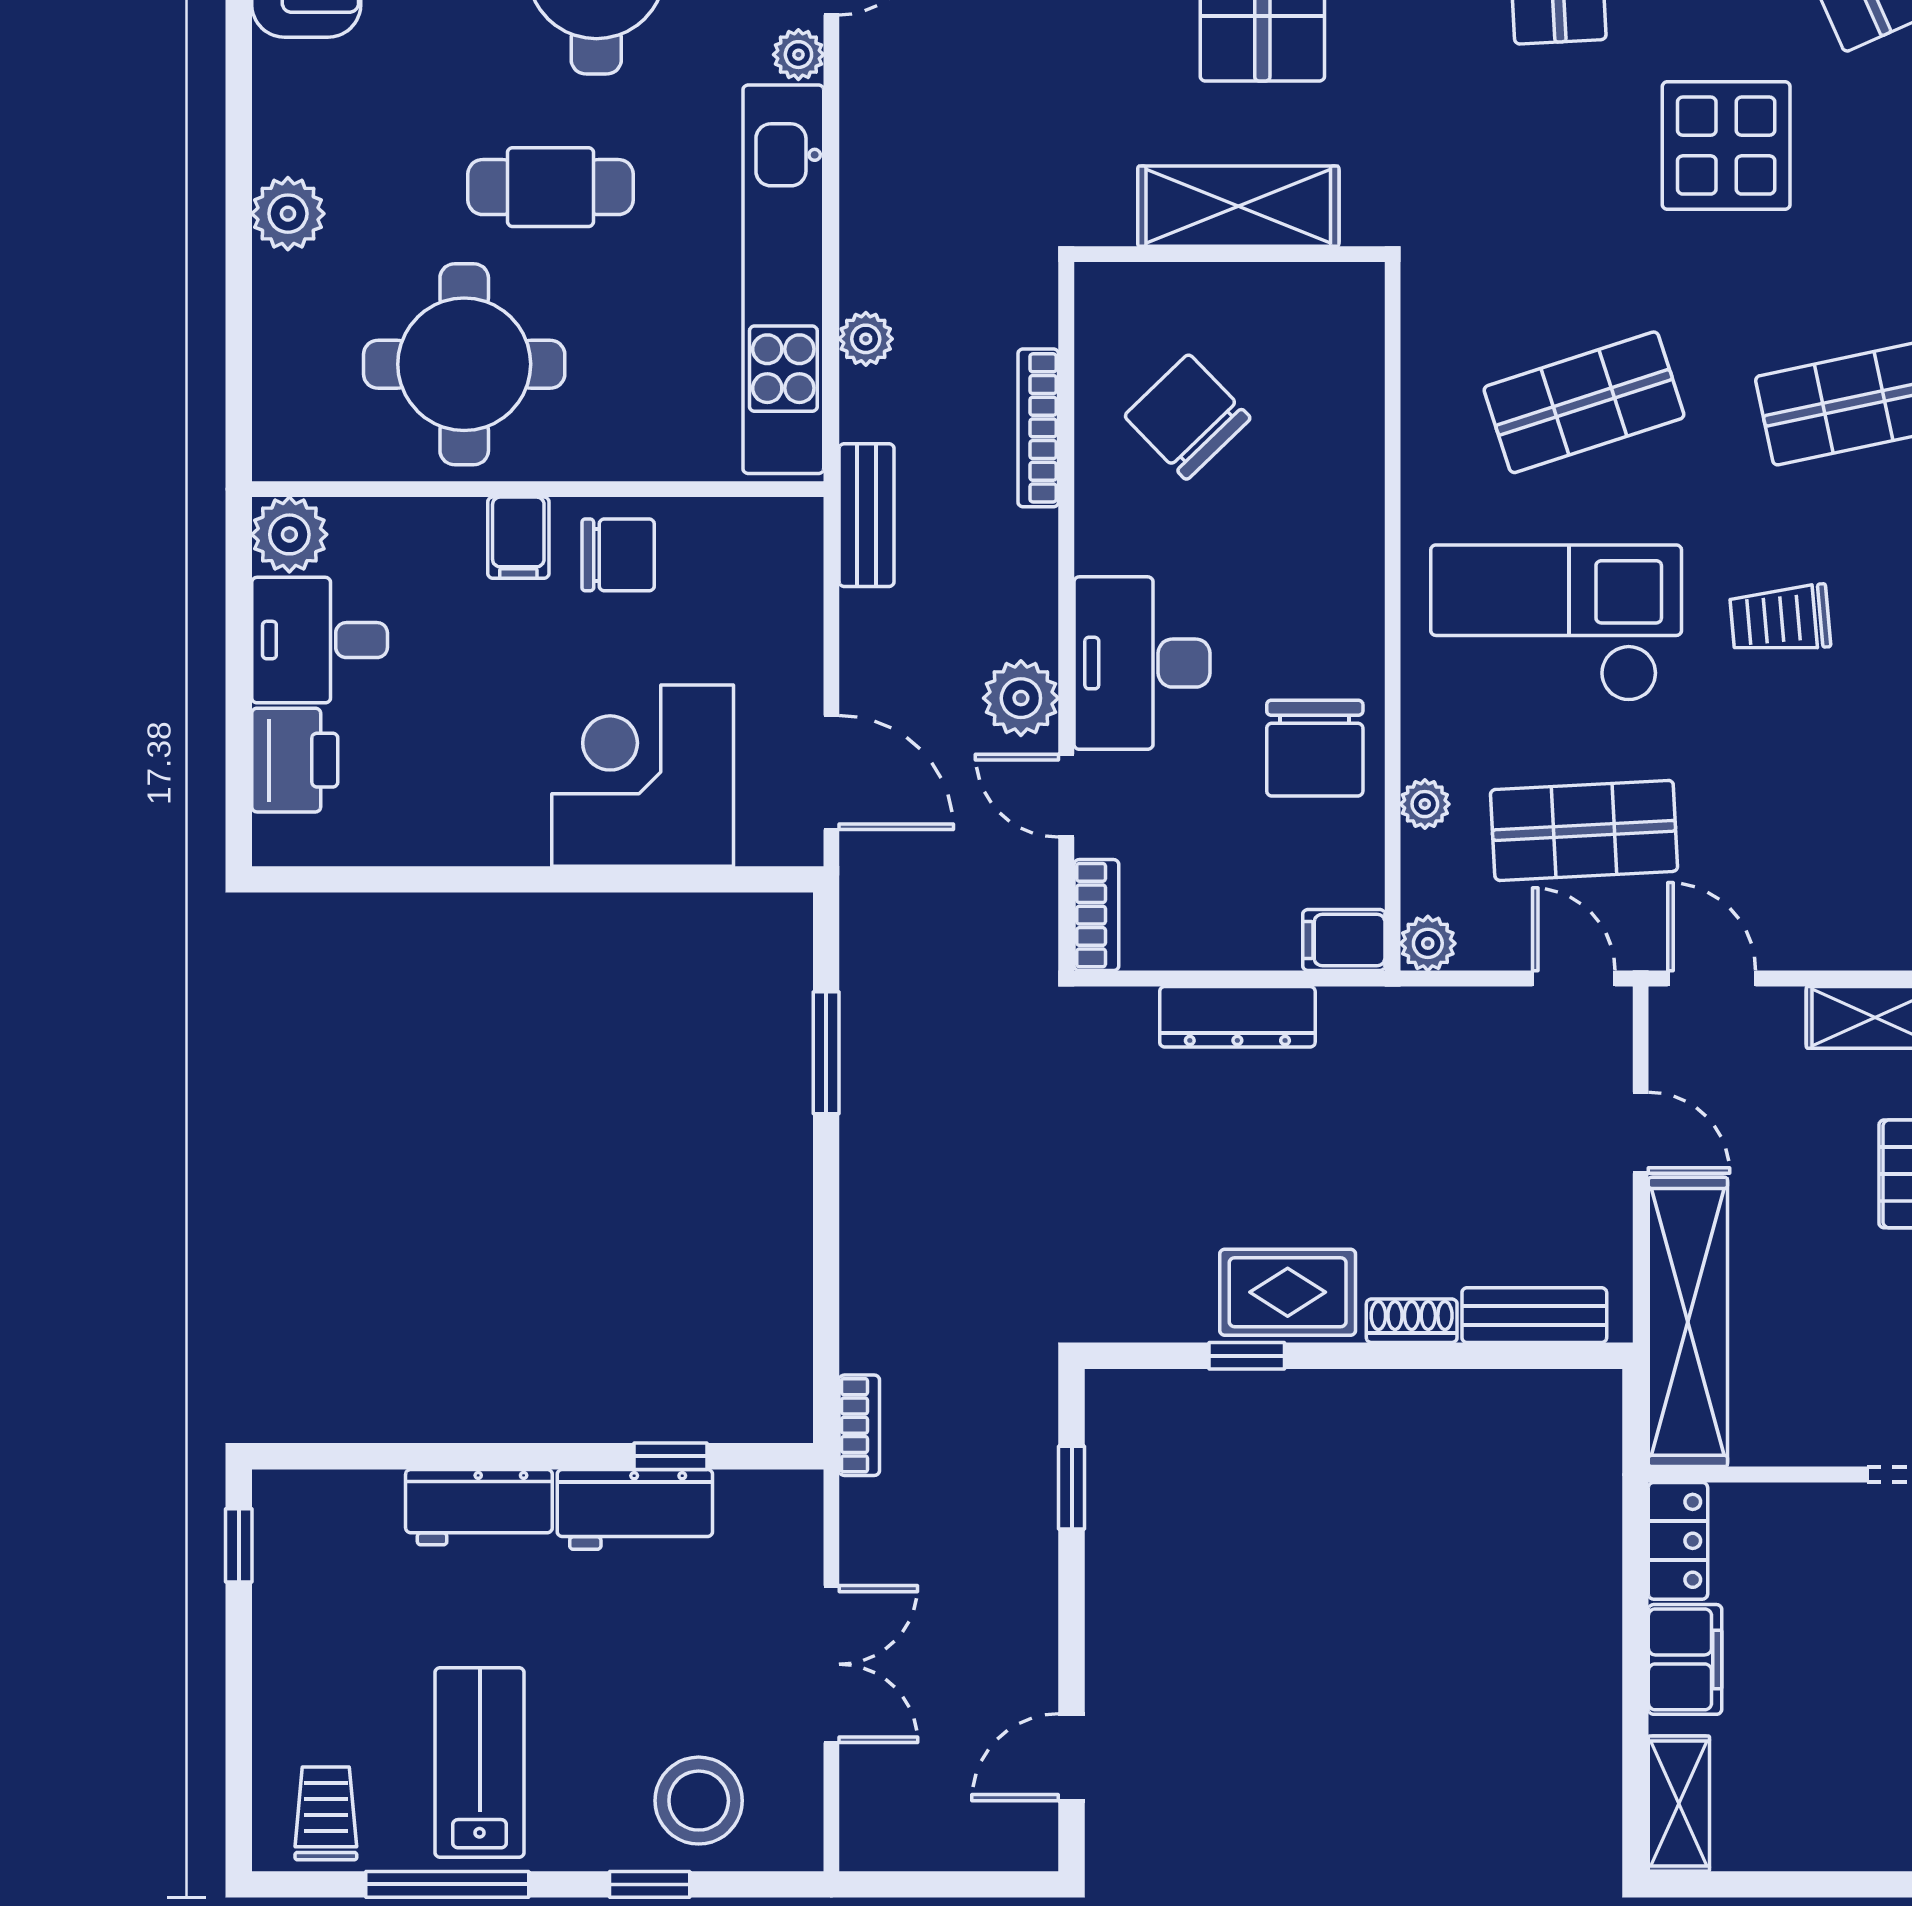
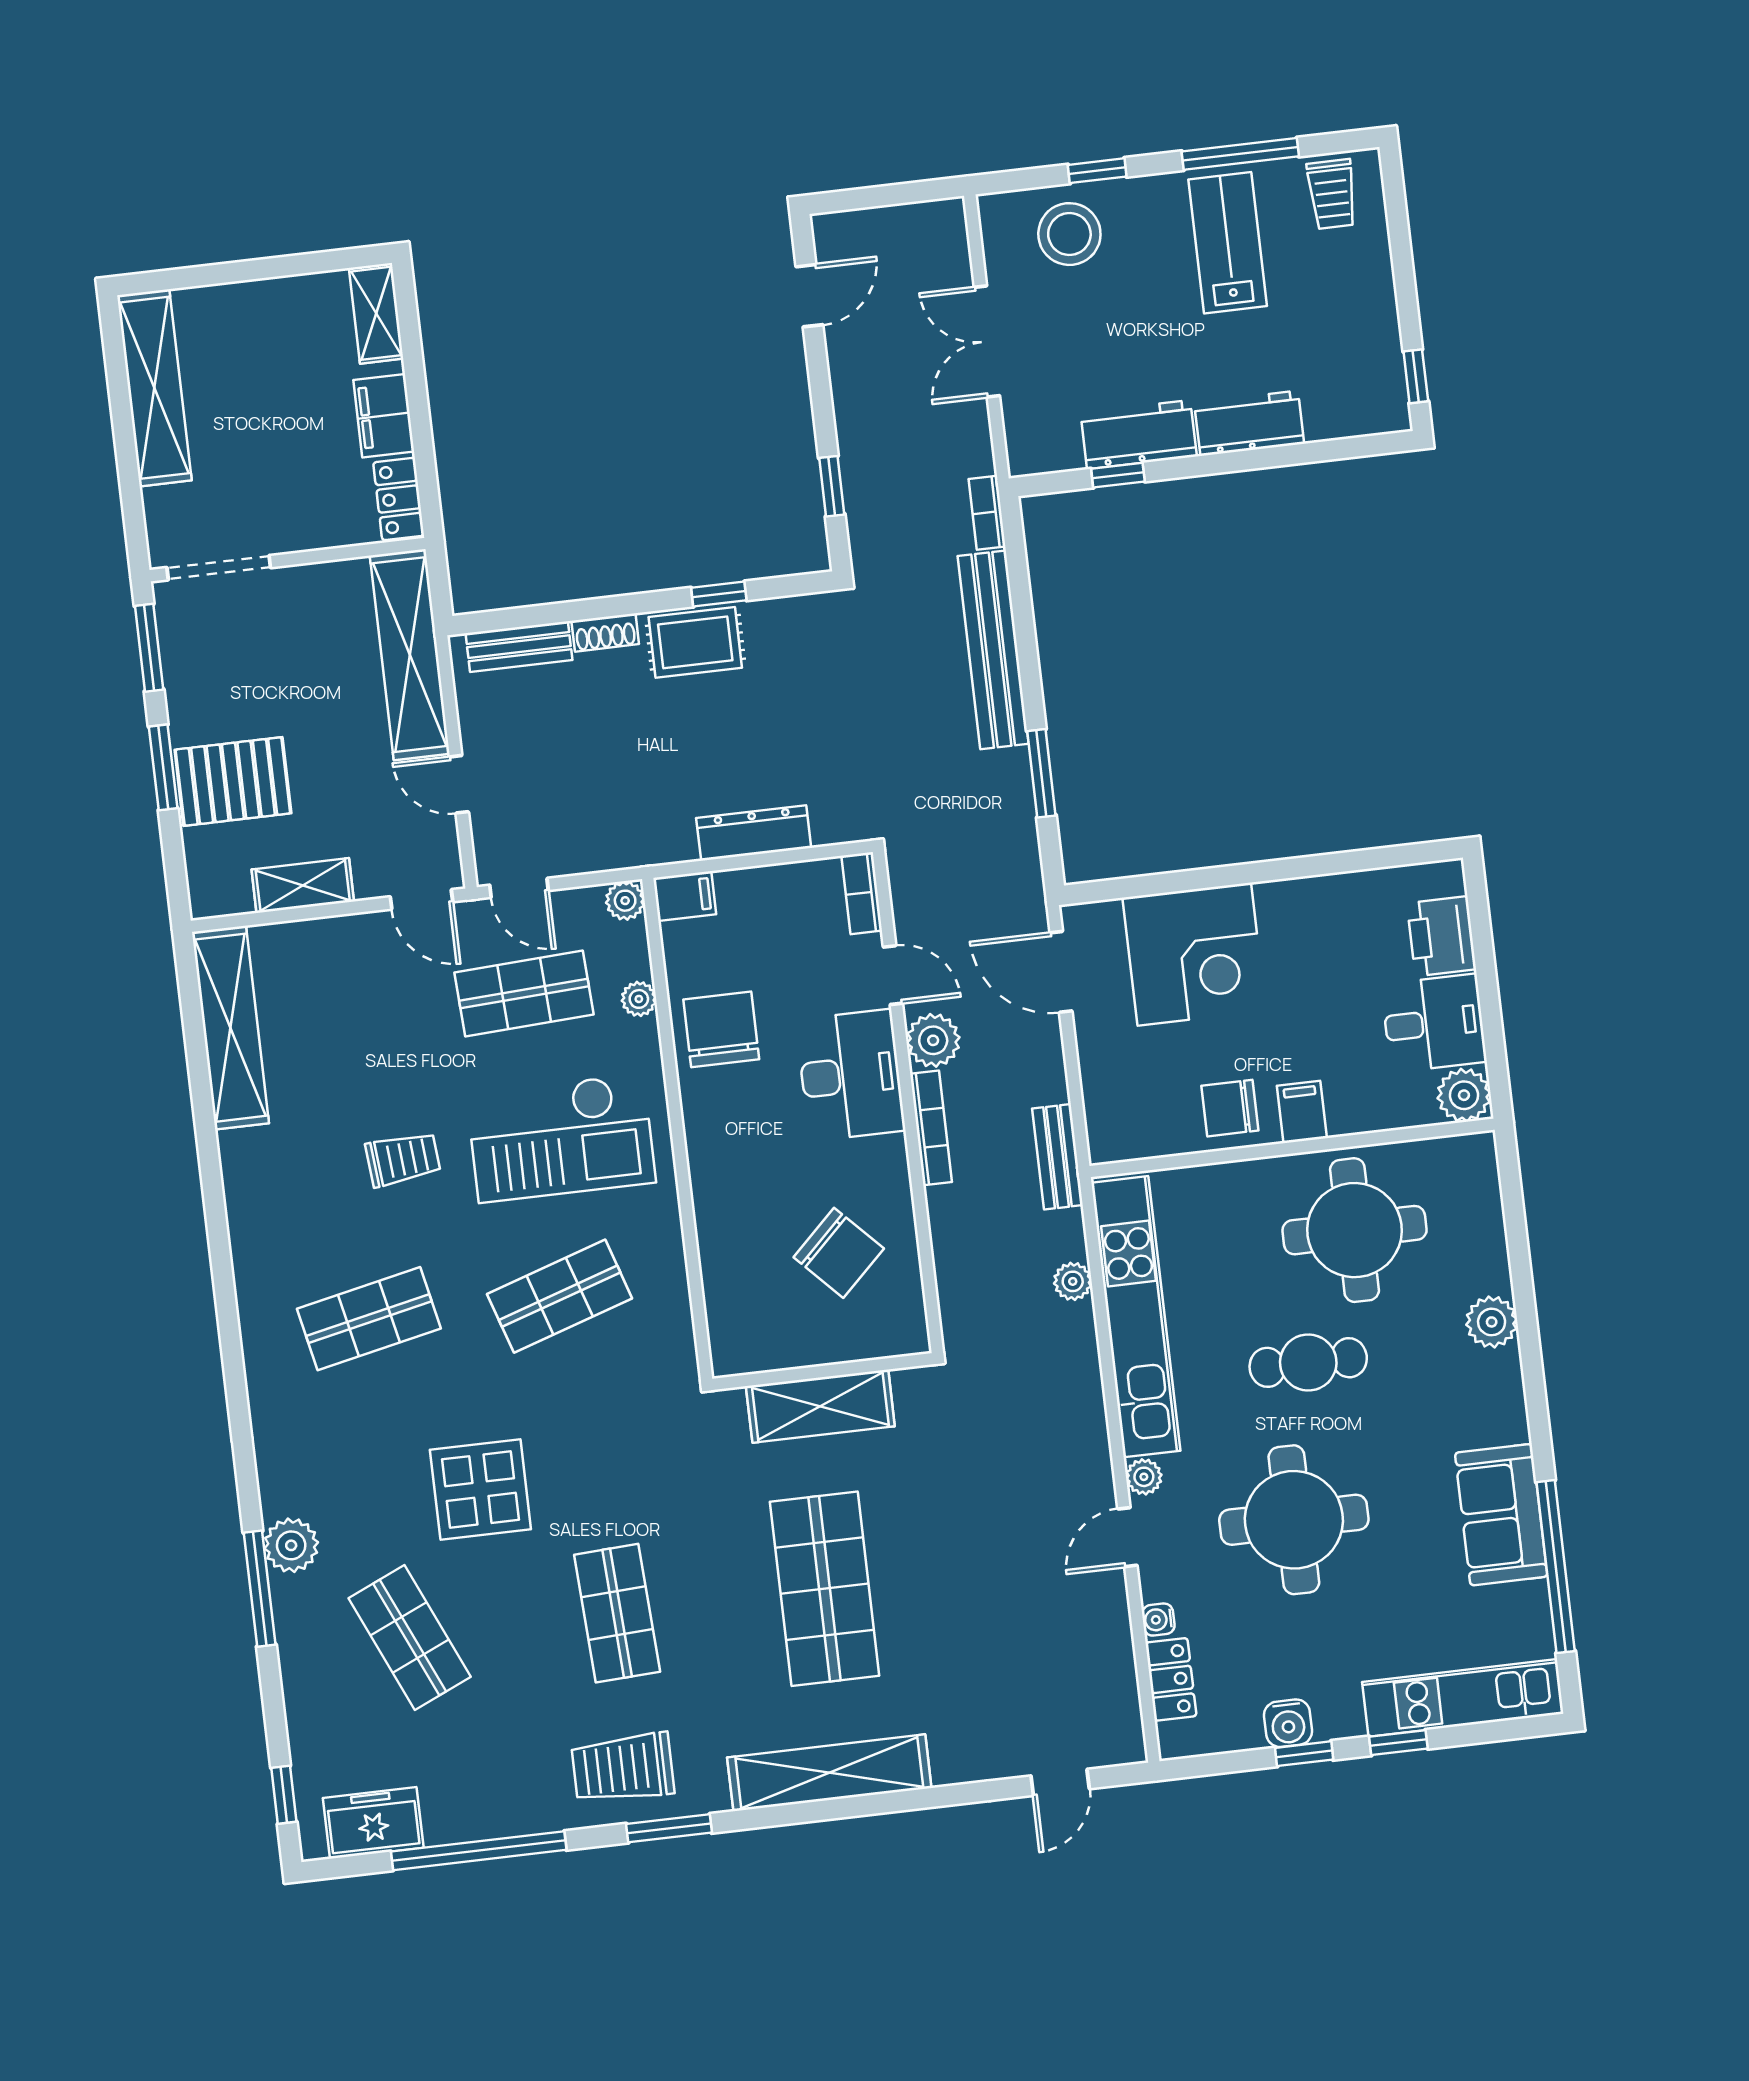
bookcase: (1038, 428) -> (931, 1128), moved
bench: (873, 1233) -> (993, 650), added
lab bench: (480, 1762) -> (1228, 243), turned 180

